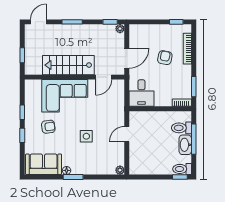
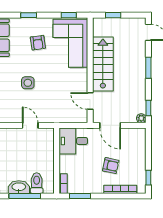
corner sofa: (65, 96) -> (70, 43), moved
window: (22, 112) -> (69, 15), moved

